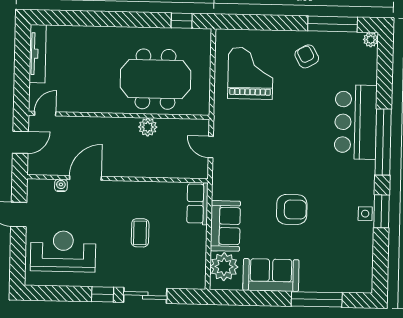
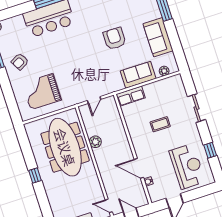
window: (182, 21) -> (35, 175), moved
meeting table: (155, 79) -> (65, 147), width x1.36
reception desk: (63, 251) -> (187, 166), turned 180
plant: (224, 267) -> (164, 71), width x0.53, depth x0.53
window: (103, 294) -> (210, 150), moved

